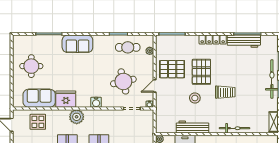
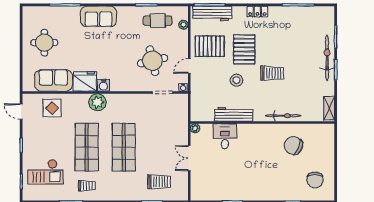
locker: (213, 40) -> (257, 12), width x0.66
workbench: (244, 41) -> (212, 13), moved
water cooler: (96, 102) -> (103, 85), moved

